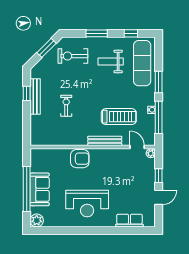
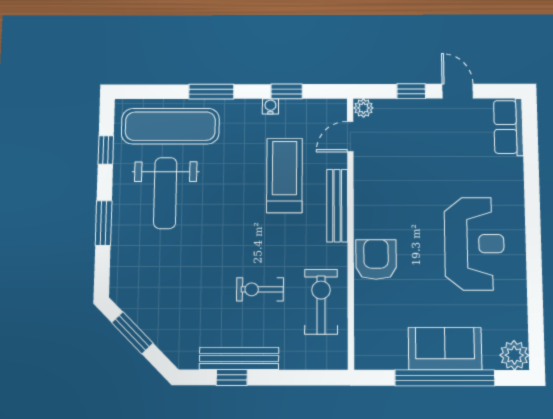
exercise bike: (73, 56) -> (321, 302), moved, turned 180
weight bench: (111, 61) -> (165, 193), width x1.36, depth x1.33
window: (159, 117) -> (287, 91), width x0.46
row of seats: (129, 221) -> (508, 127), moved

